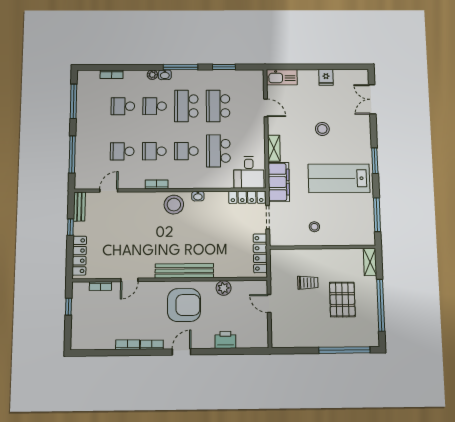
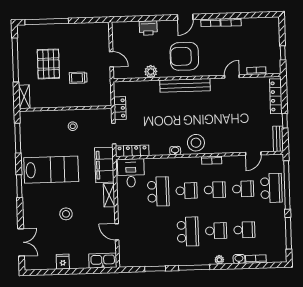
washbasin: (165, 75) -> (239, 259), moved
school desk: (218, 106) -> (271, 188), moved
window: (72, 154) -> (287, 185), width x1.46
locker: (260, 253) -> (120, 108), width x0.66

